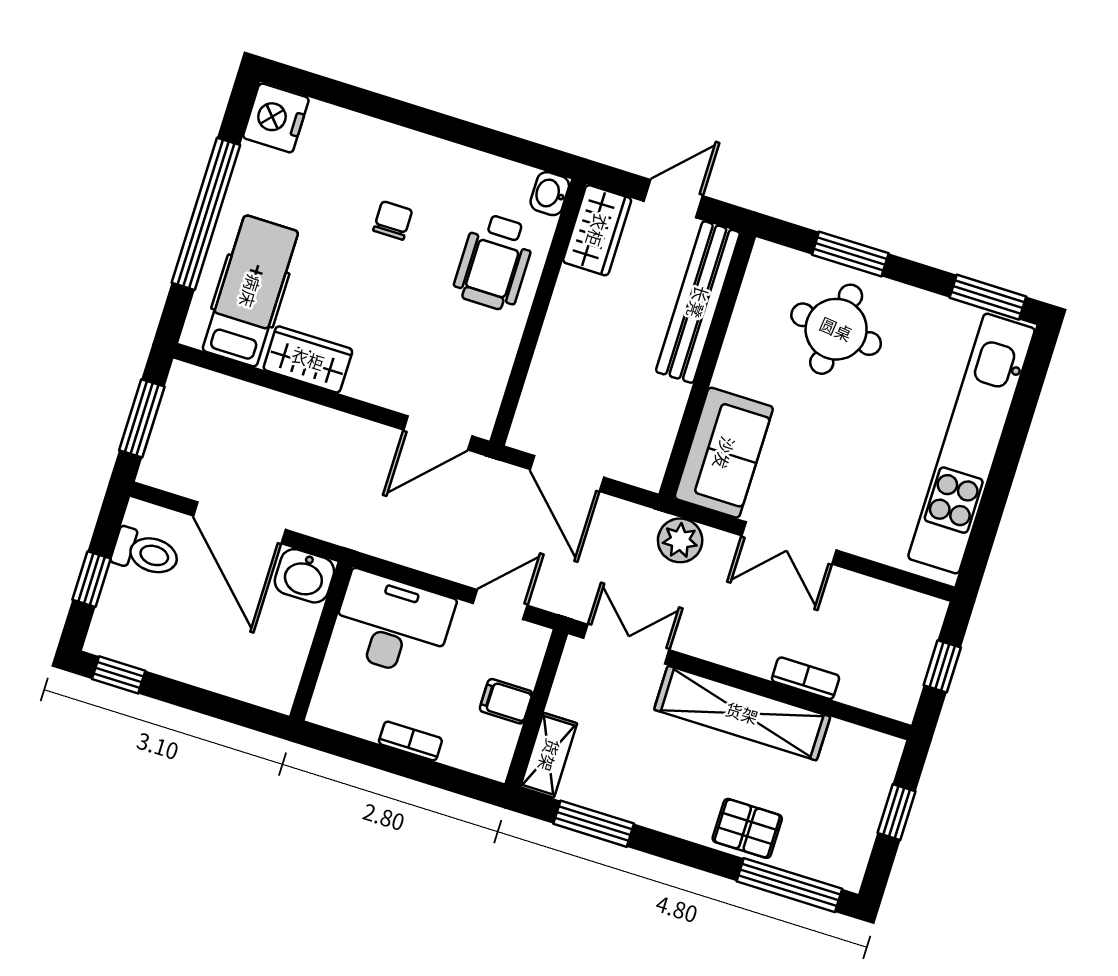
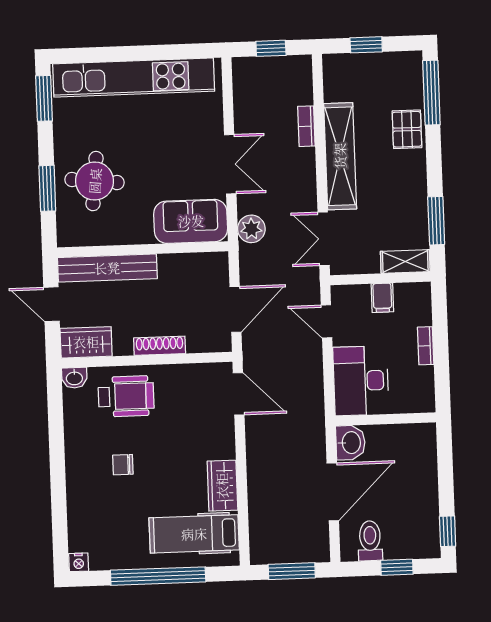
nightstand: (276, 118) -> (79, 562), width x0.53, depth x0.56
shoe rack: (553, 339) -> (160, 346), added

